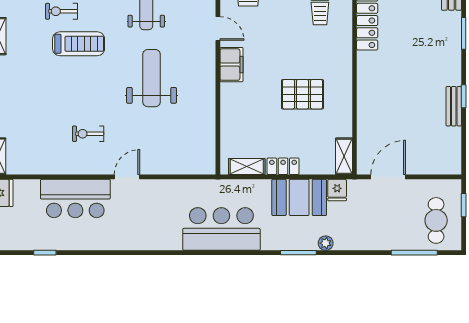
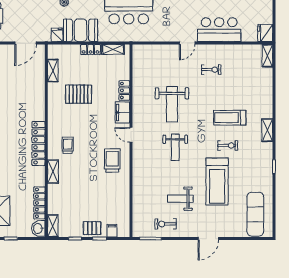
treadmill: (79, 44) -> (230, 118), moved
locker: (229, 100) -> (124, 90), added
shelving: (344, 156) -> (53, 71), moved

